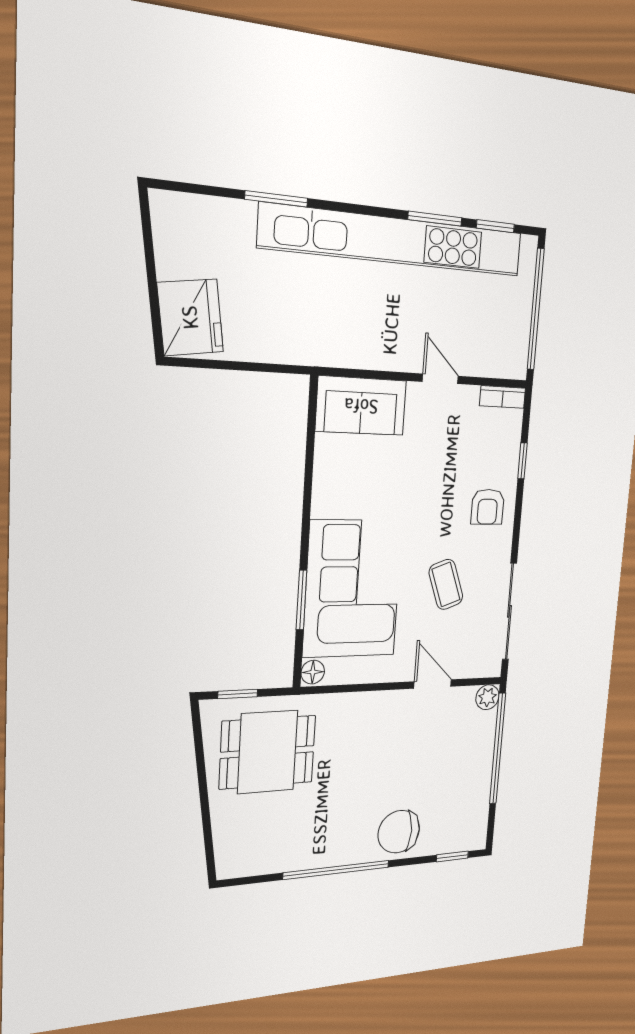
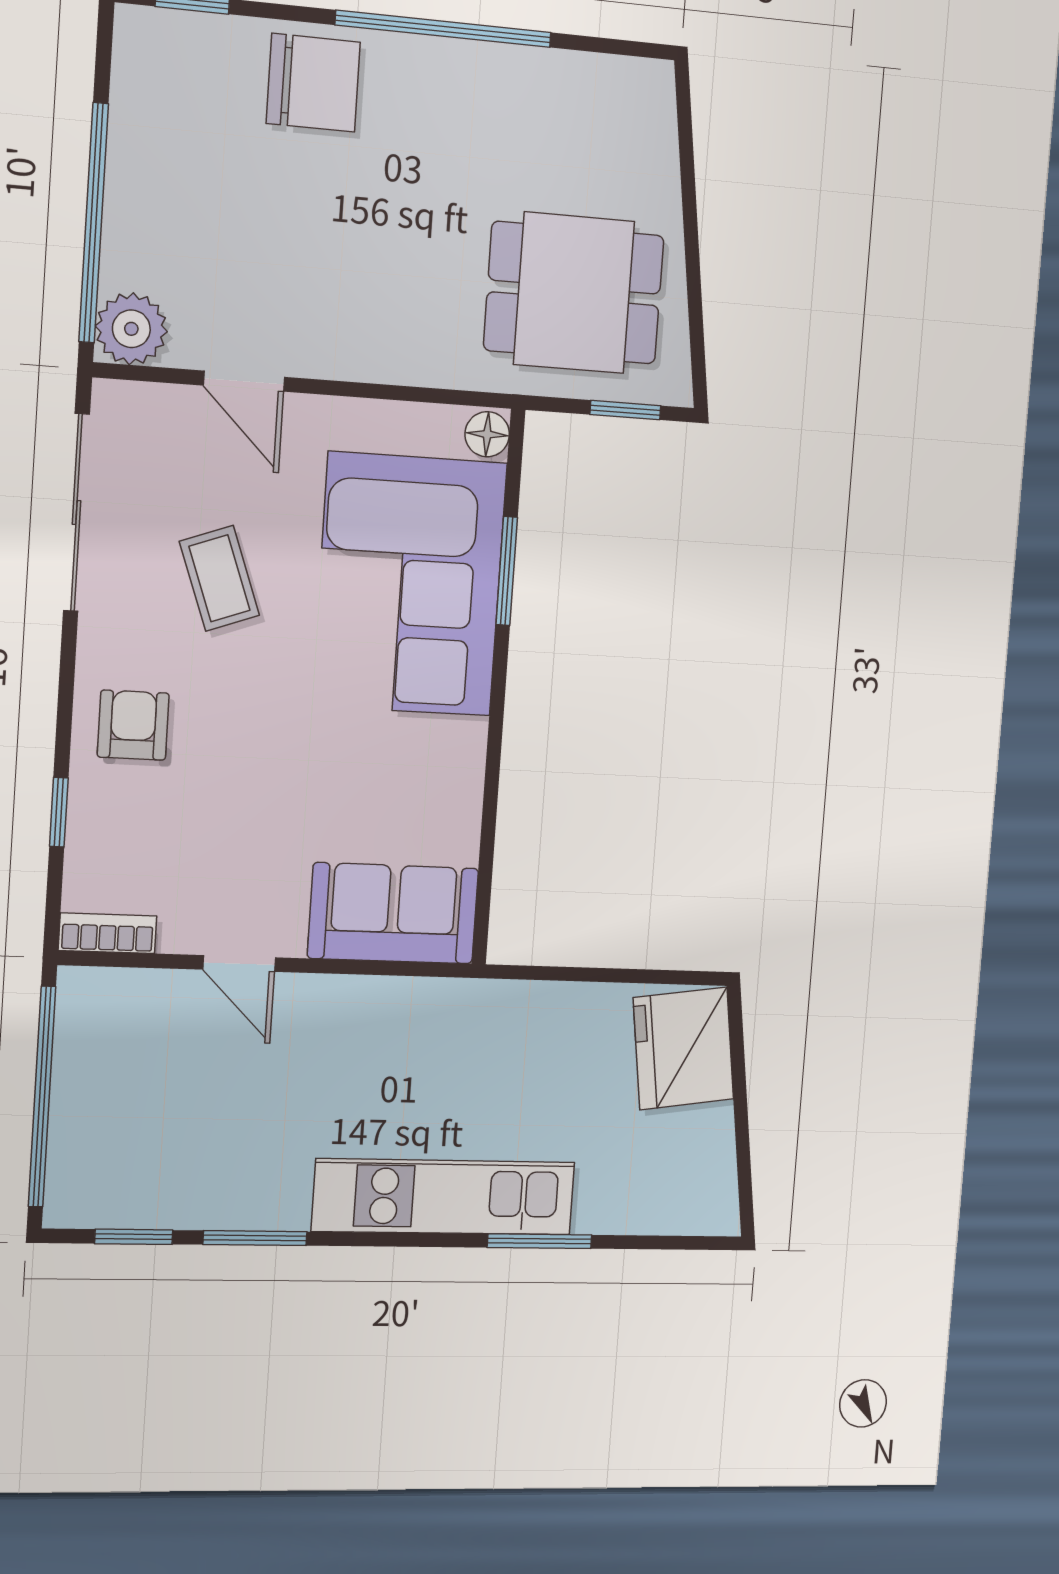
kitchen unit: (394, 240) -> (444, 1197), width x0.54
plant: (487, 697) -> (131, 329), width x1.38, depth x1.38

